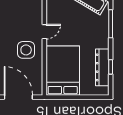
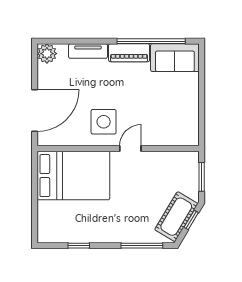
door: (44, 32) -> (130, 148), swing flipped
dresser: (102, 67) -> (78, 233), removed

